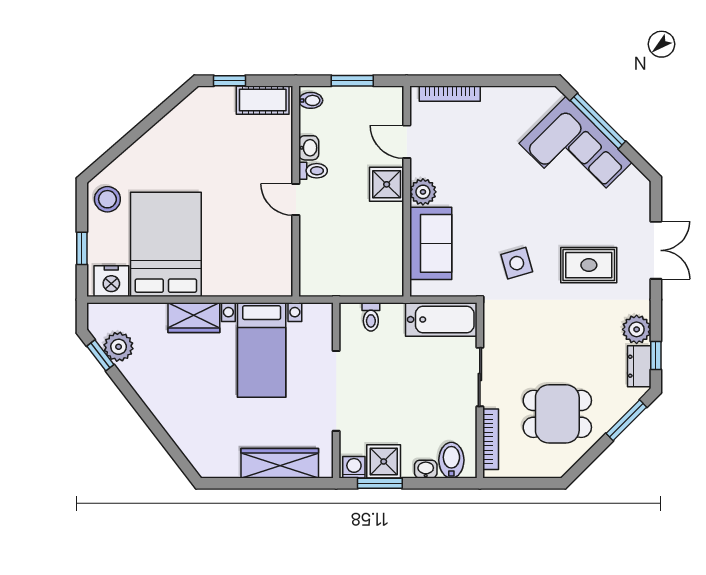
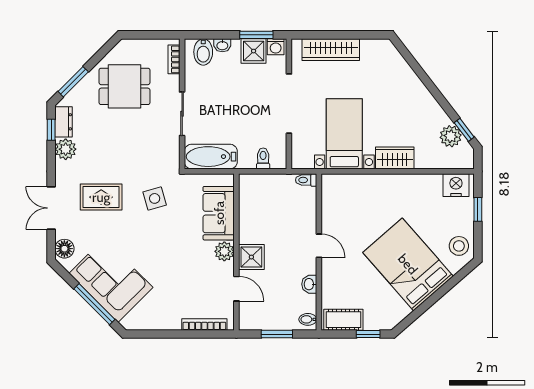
toilet: (313, 171) -> (306, 180), moved
floor lamp: (638, 196) -> (64, 249), added
bed: (166, 244) -> (408, 264), moved, turned 139
bookcase: (491, 439) -> (174, 59), width x0.64

